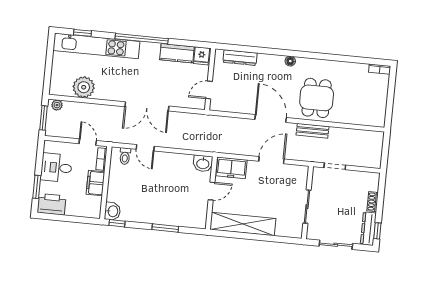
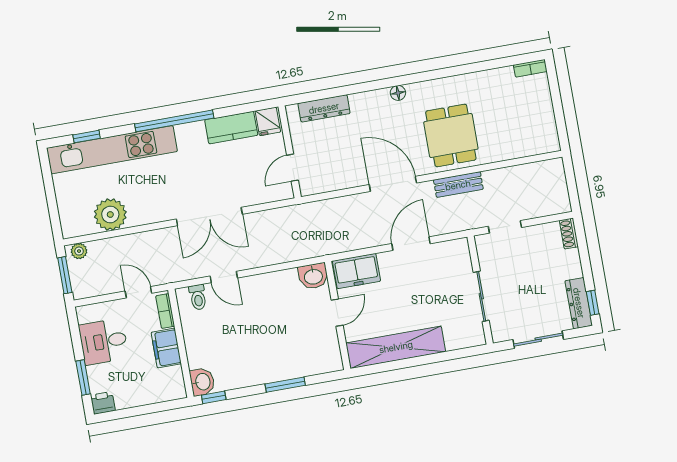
shoe rack: (373, 202) -> (569, 234), moved
printer: (52, 204) -> (103, 403), width x0.53, depth x0.68

